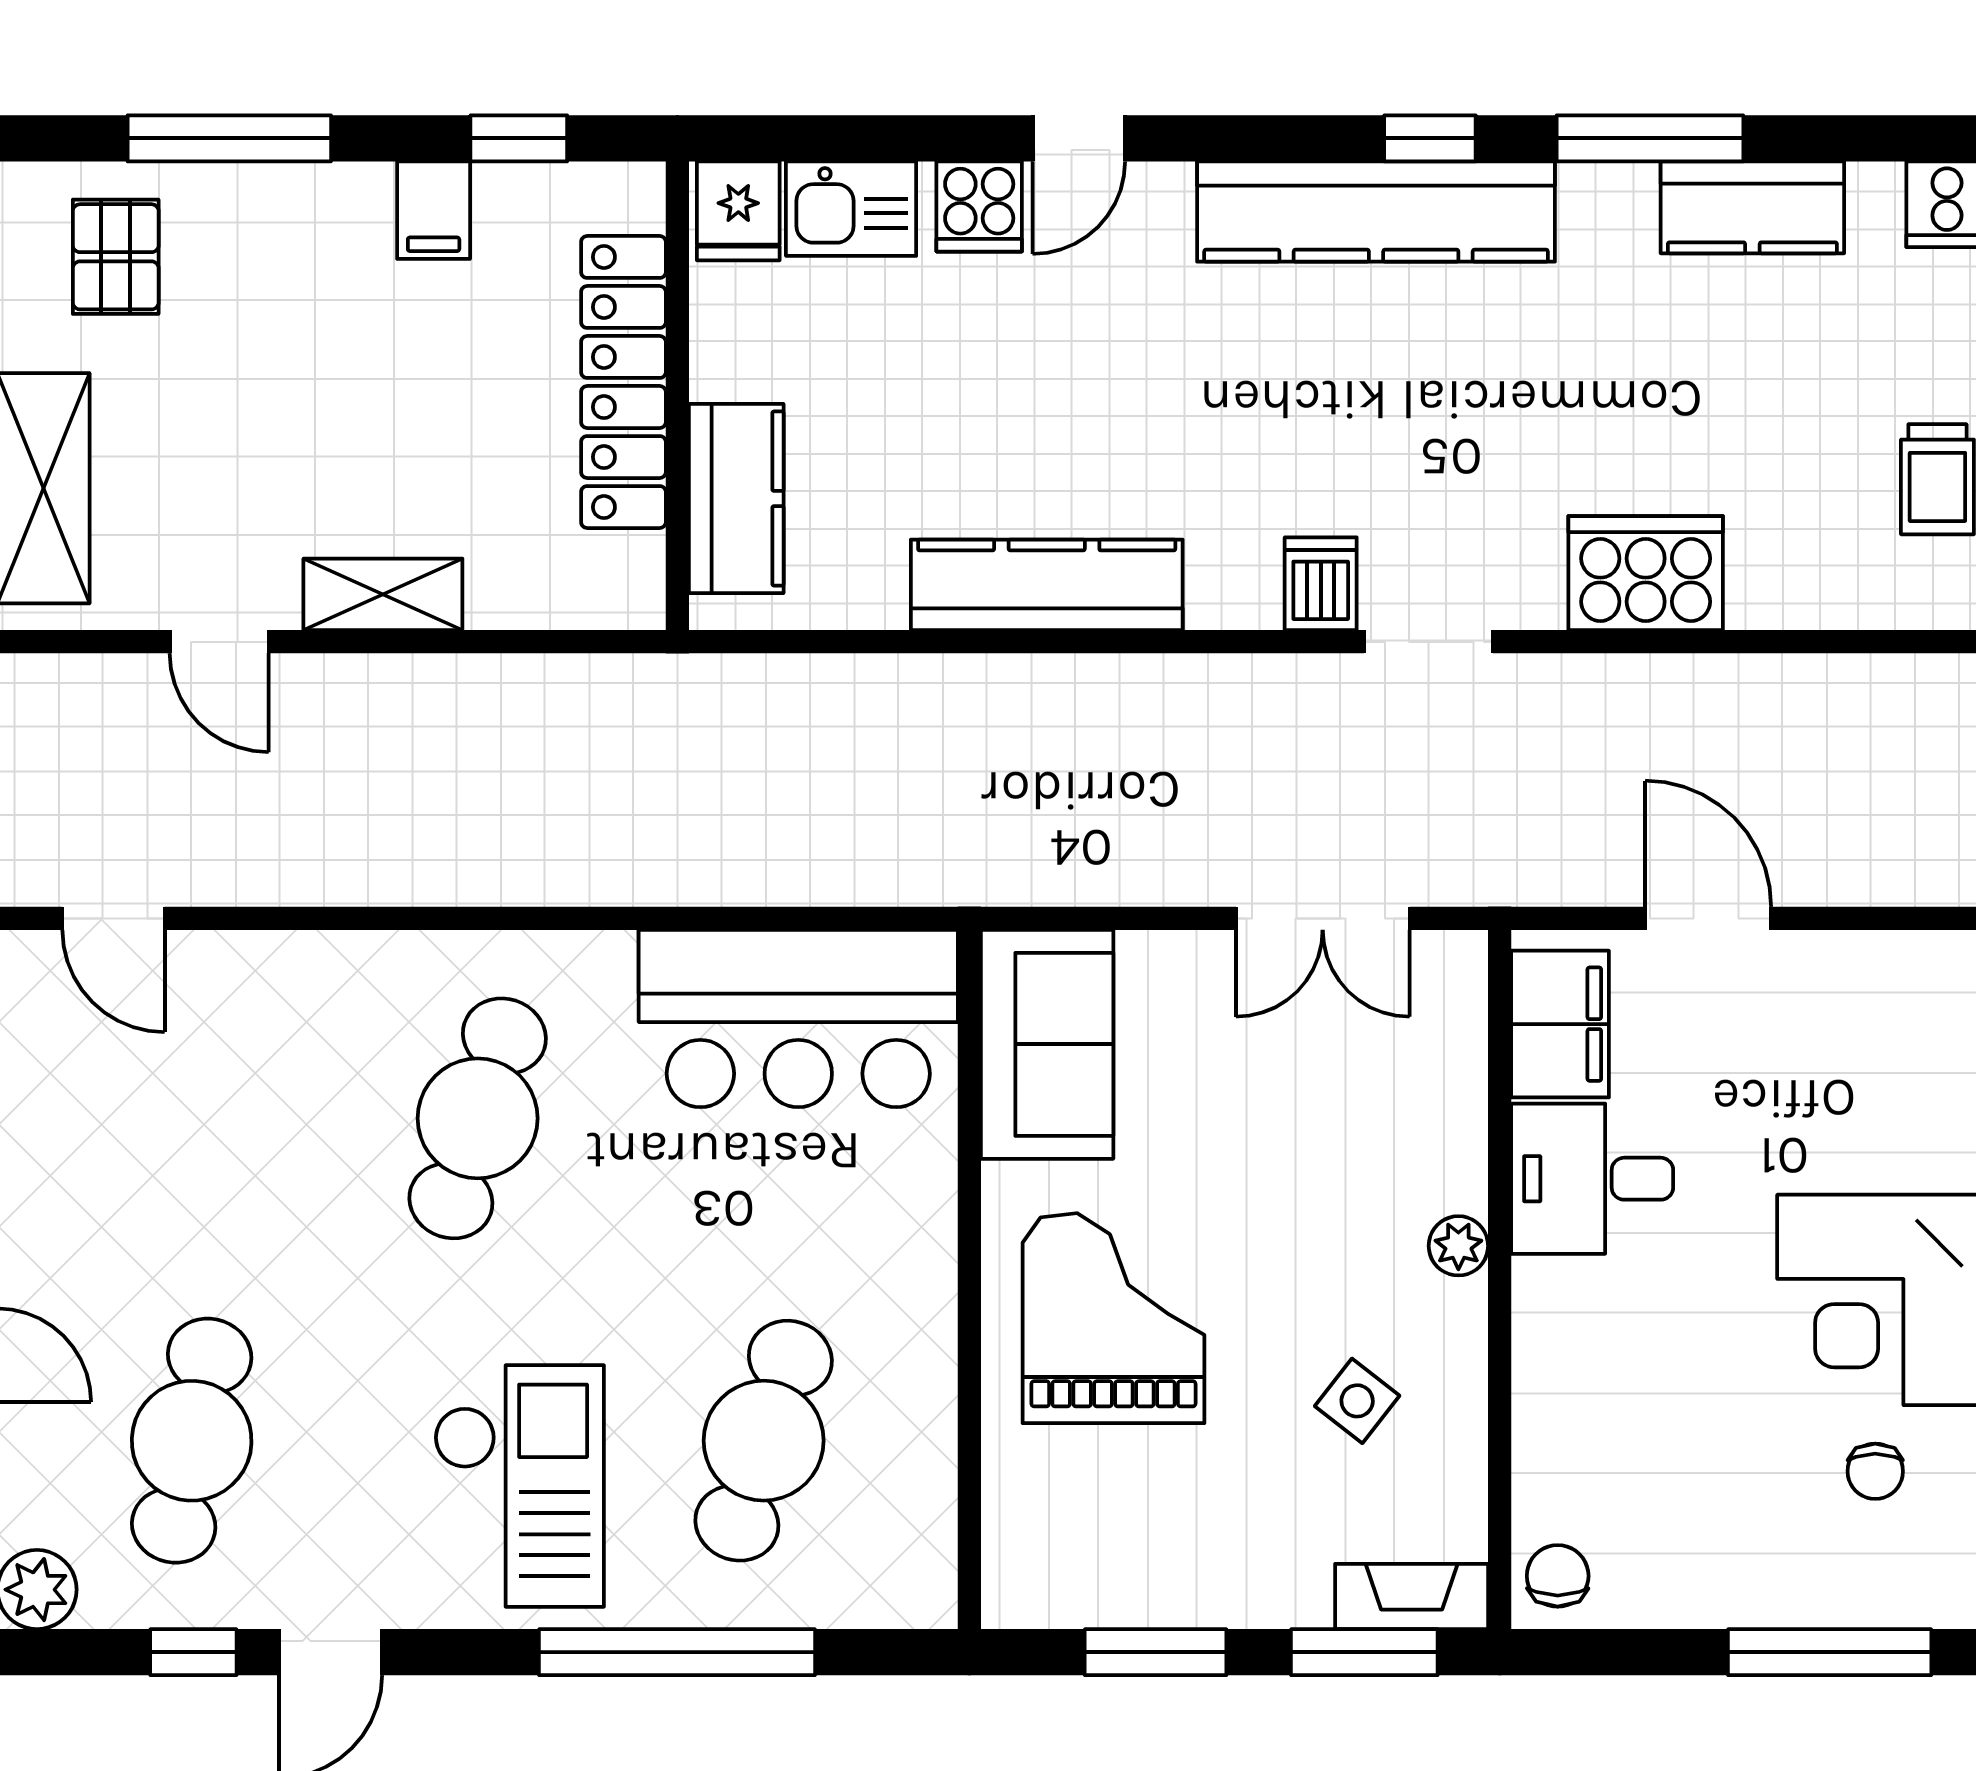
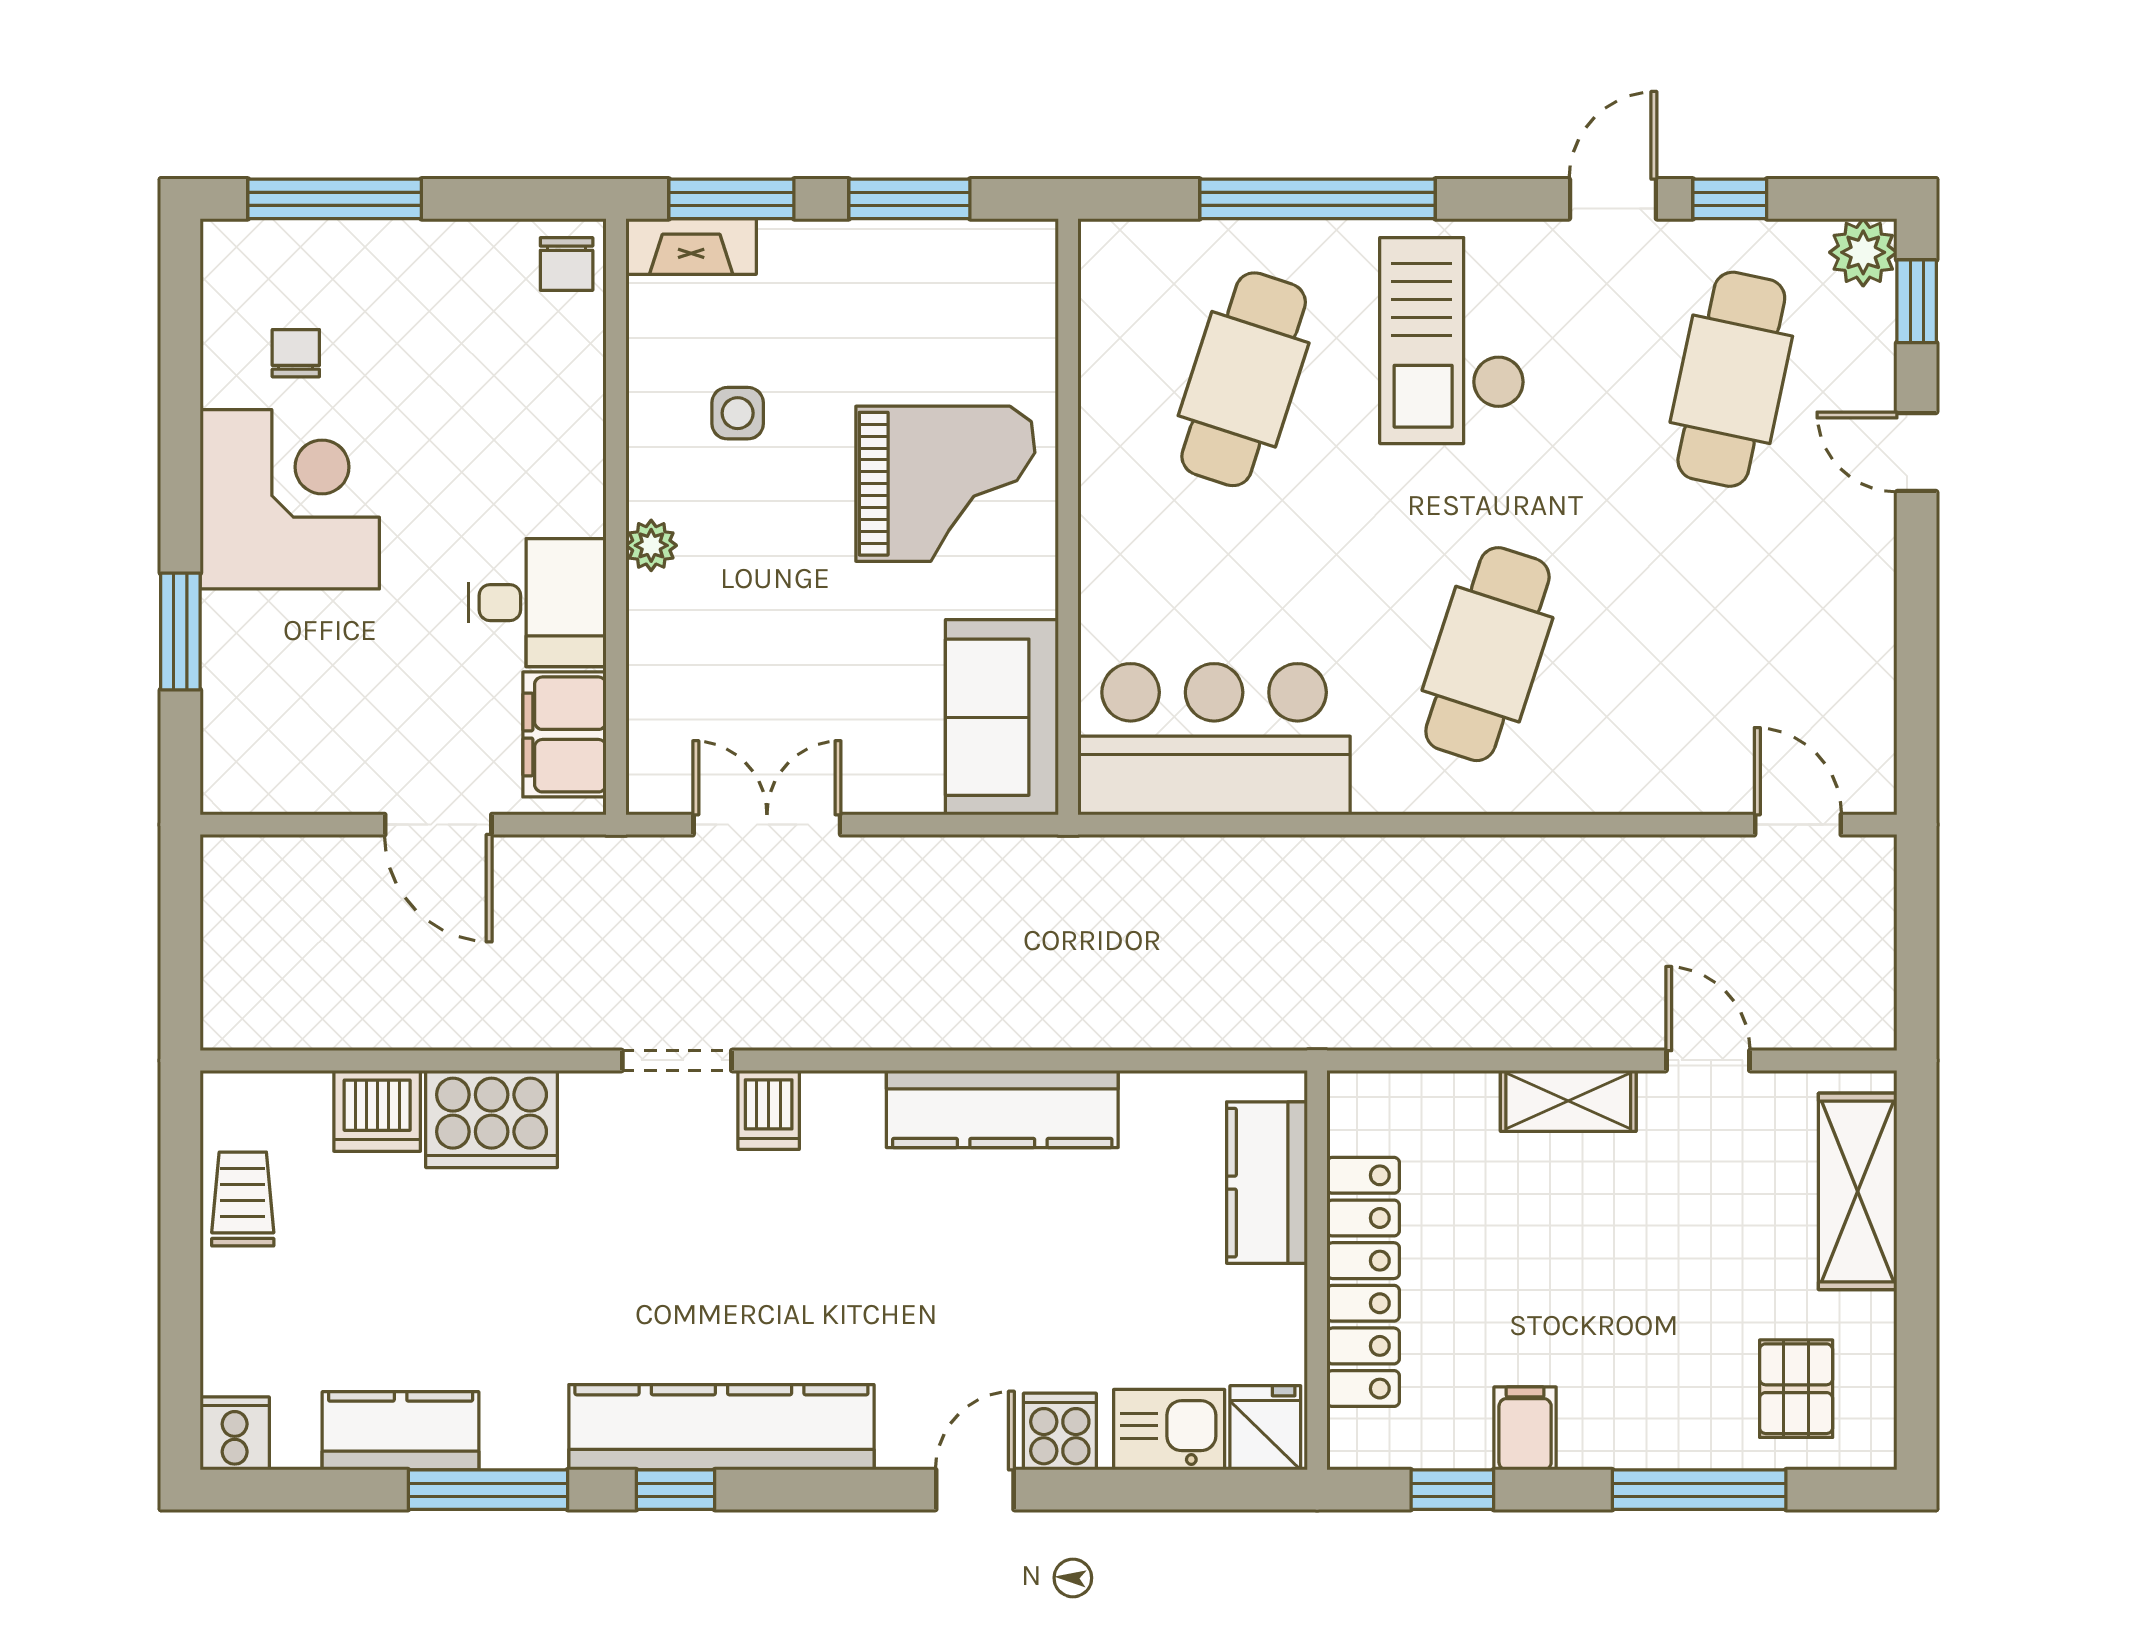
dishwasher: (1780, 583) -> (377, 1111), added
grand piano: (1113, 1318) -> (945, 484), turned -90
side table: (1357, 1401) -> (738, 413), turned -38

